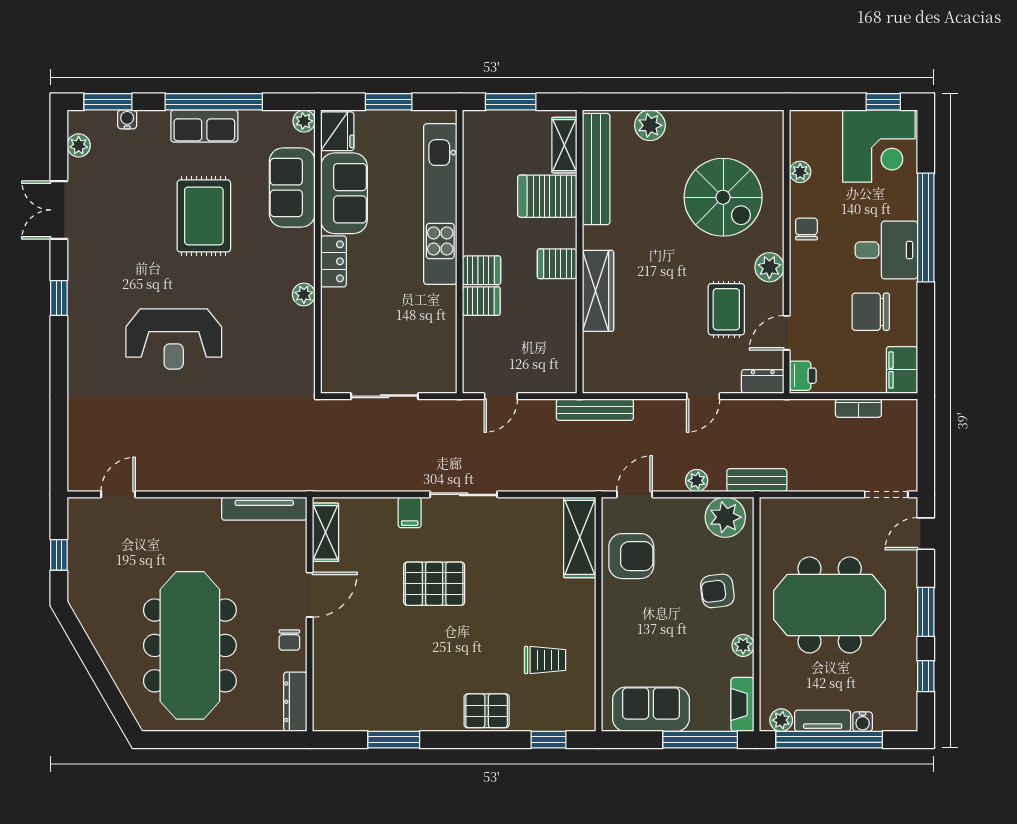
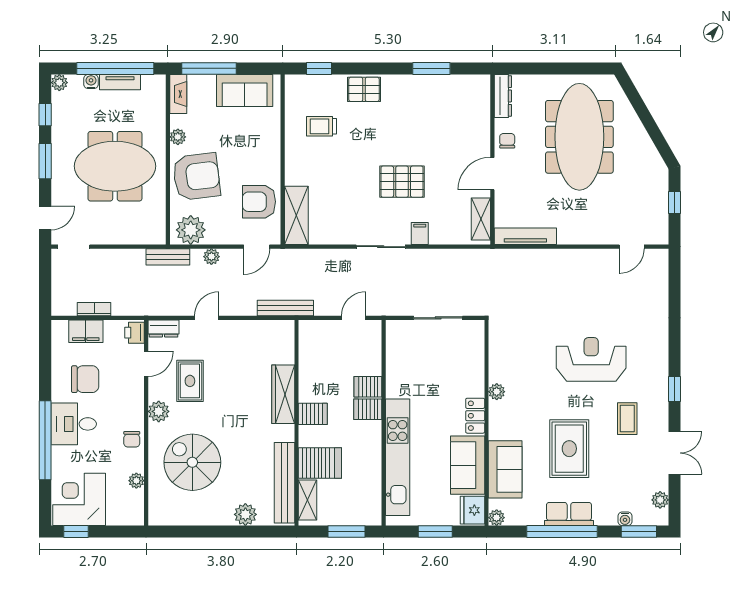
coffee table: (124, 257) -> (627, 419), added
filing cabinet: (902, 370) -> (86, 331), moved, turned 90
armchair: (717, 591) -> (196, 176), width x1.88, depth x1.88
plant: (781, 720) -> (59, 83), moved

